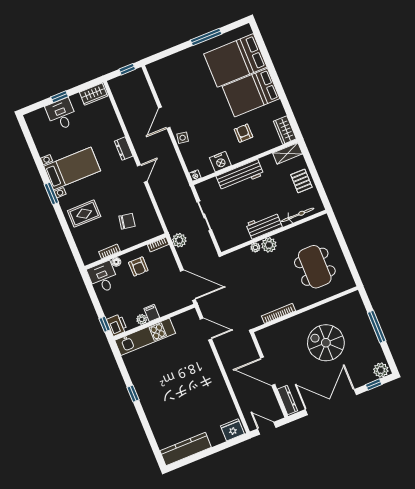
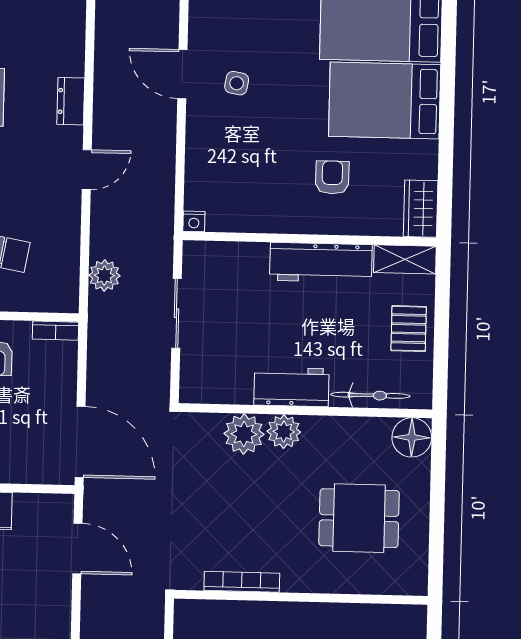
door: (164, 118) -> (182, 74), hinge flipped
side table: (183, 138) -> (237, 83), moved
nightstand: (220, 162) -> (259, 216), removed
workbench: (240, 175) -> (321, 262), moved
floor lamp: (322, 225) -> (412, 437), added
plant: (179, 240) -> (104, 275), moved
plant: (255, 247) -> (244, 434), width x1.87, depth x1.87
dining table: (315, 267) -> (359, 518), width x0.73

